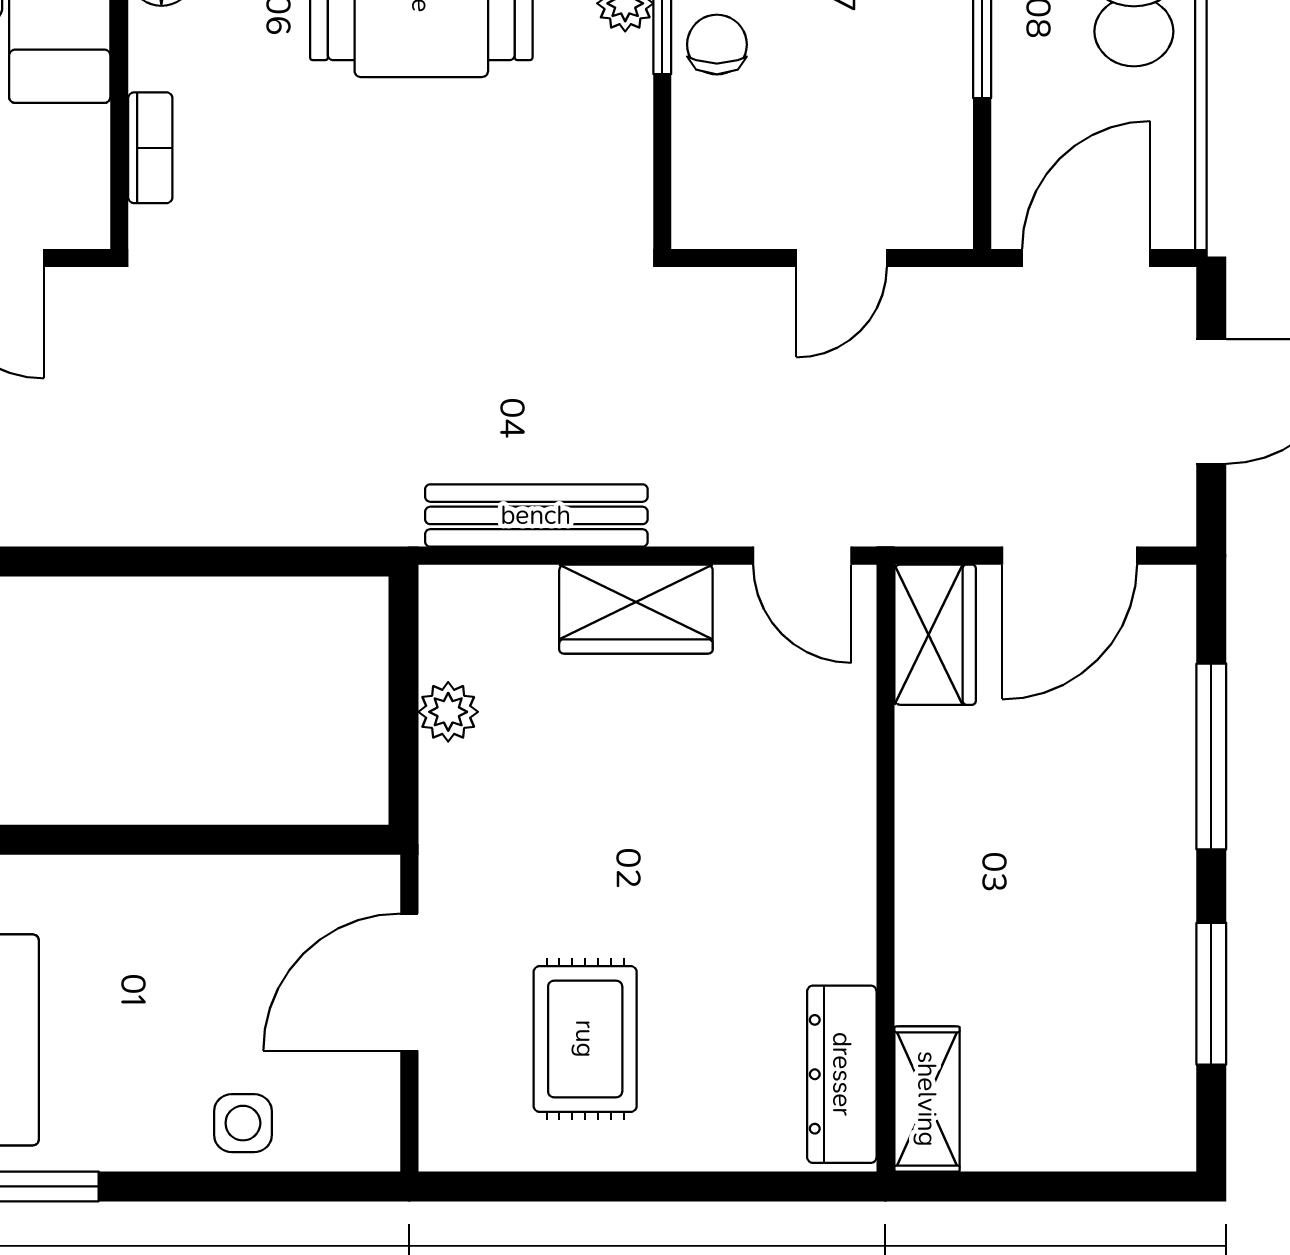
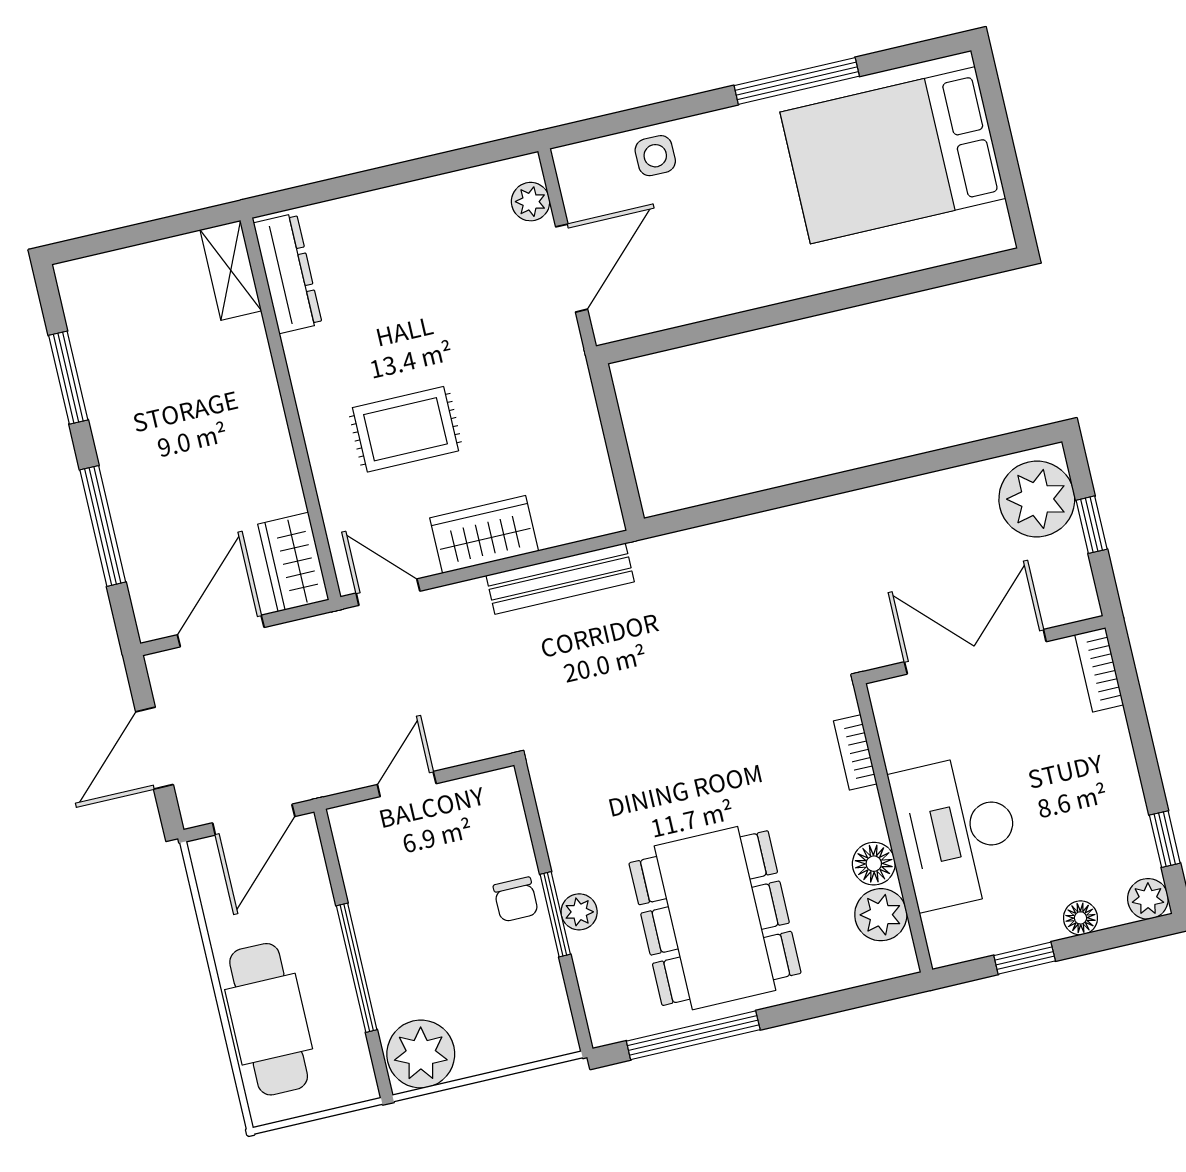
plant: (448, 712) -> (531, 202), moved
rug: (585, 1039) -> (405, 429), moved, turned 90

